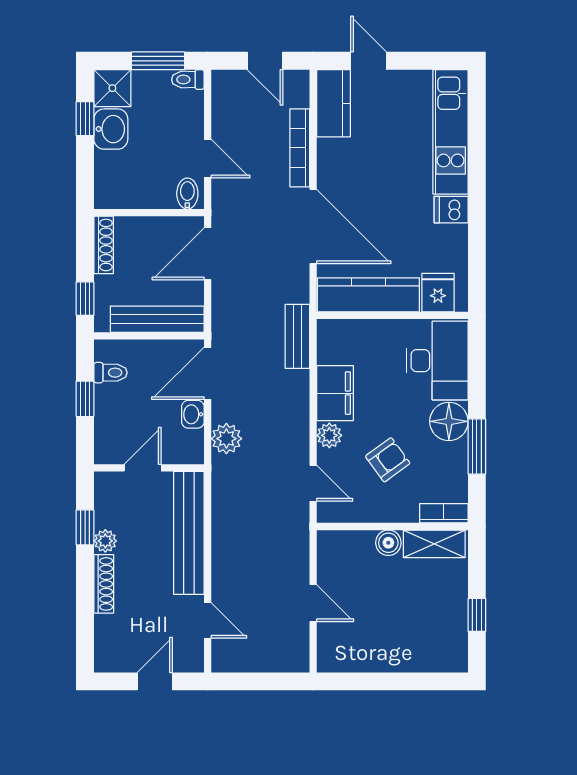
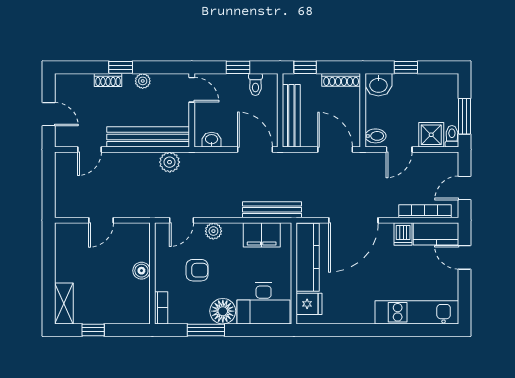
door: (368, 61) -> (464, 257), swing flipped
shower: (112, 88) -> (431, 135), moved
window: (85, 119) -> (406, 67), moved
washbasin: (111, 129) -> (378, 85), moved
bookcase: (300, 148) -> (425, 211), moved
dishwasher: (451, 210) -> (403, 234), moved, turned 180
bench: (297, 336) -> (272, 210), width x1.36
filing cabinet: (335, 393) -> (262, 235), moved
washbasin: (193, 414) -> (212, 140), moved
plant: (226, 439) -> (170, 162), moved
armchair: (388, 460) -> (197, 270), turned -54
door: (143, 468) -> (192, 90), moved
window: (85, 527) -> (121, 67), moved
shelving: (434, 544) -> (64, 303), moved
shoe rack: (104, 584) -> (108, 80), width x0.70

